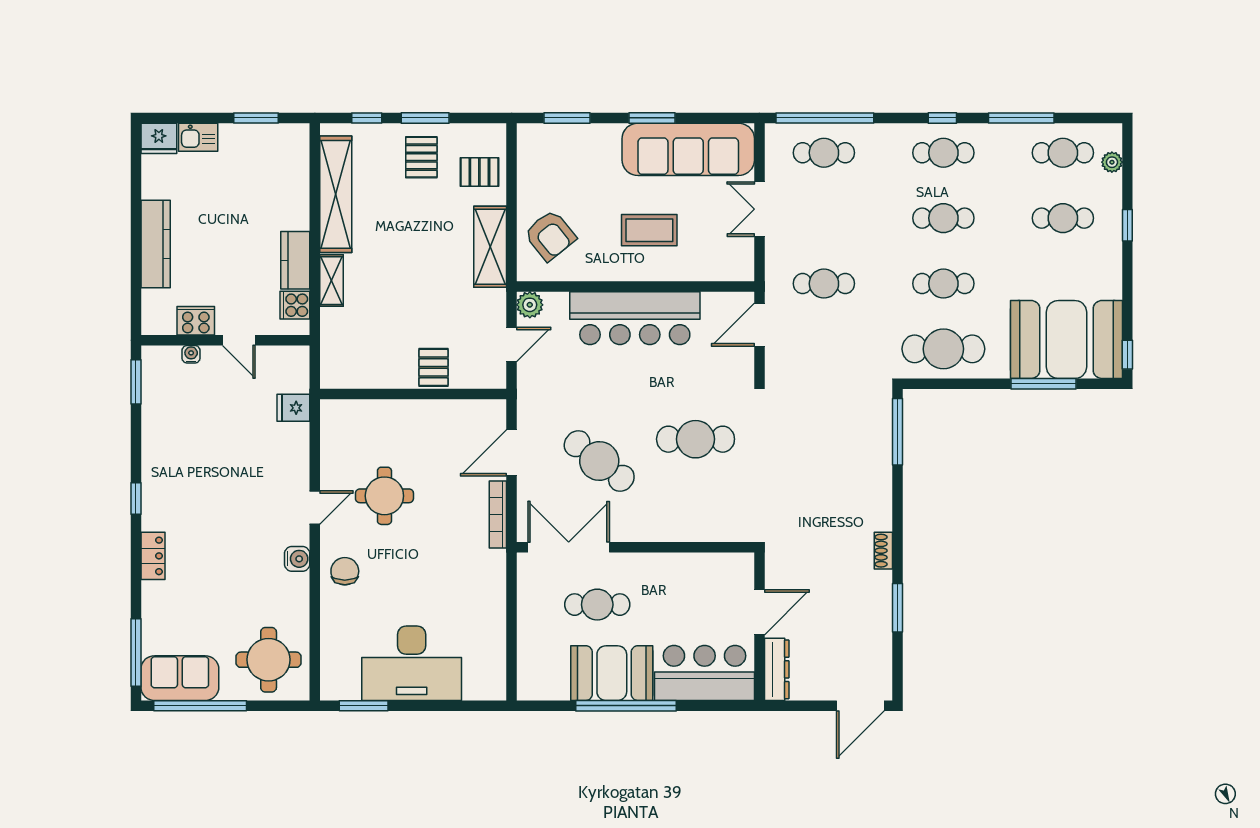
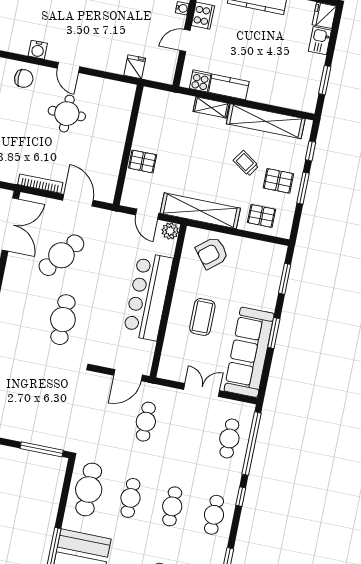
window: (942, 118) -> (241, 497), moved
pallet: (479, 172) -> (261, 216), turned 90
trolley: (405, 211) -> (246, 163), added
shelving: (490, 247) -> (200, 211), width x1.47
door: (759, 325) -> (128, 375), swing flipped

